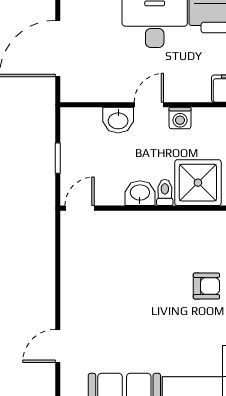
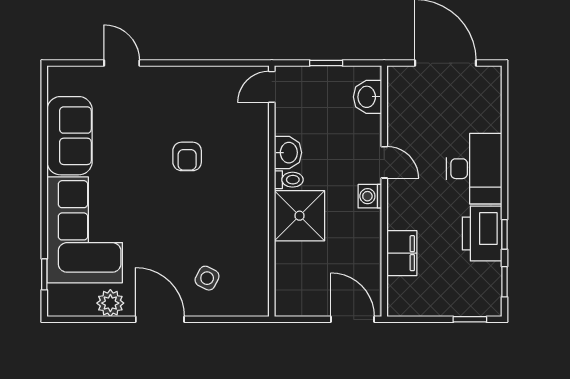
washbasin: (118, 120) -> (368, 97), moved
door: (80, 208) -> (272, 87), swing flipped
armchair: (206, 286) -> (187, 156), moved

